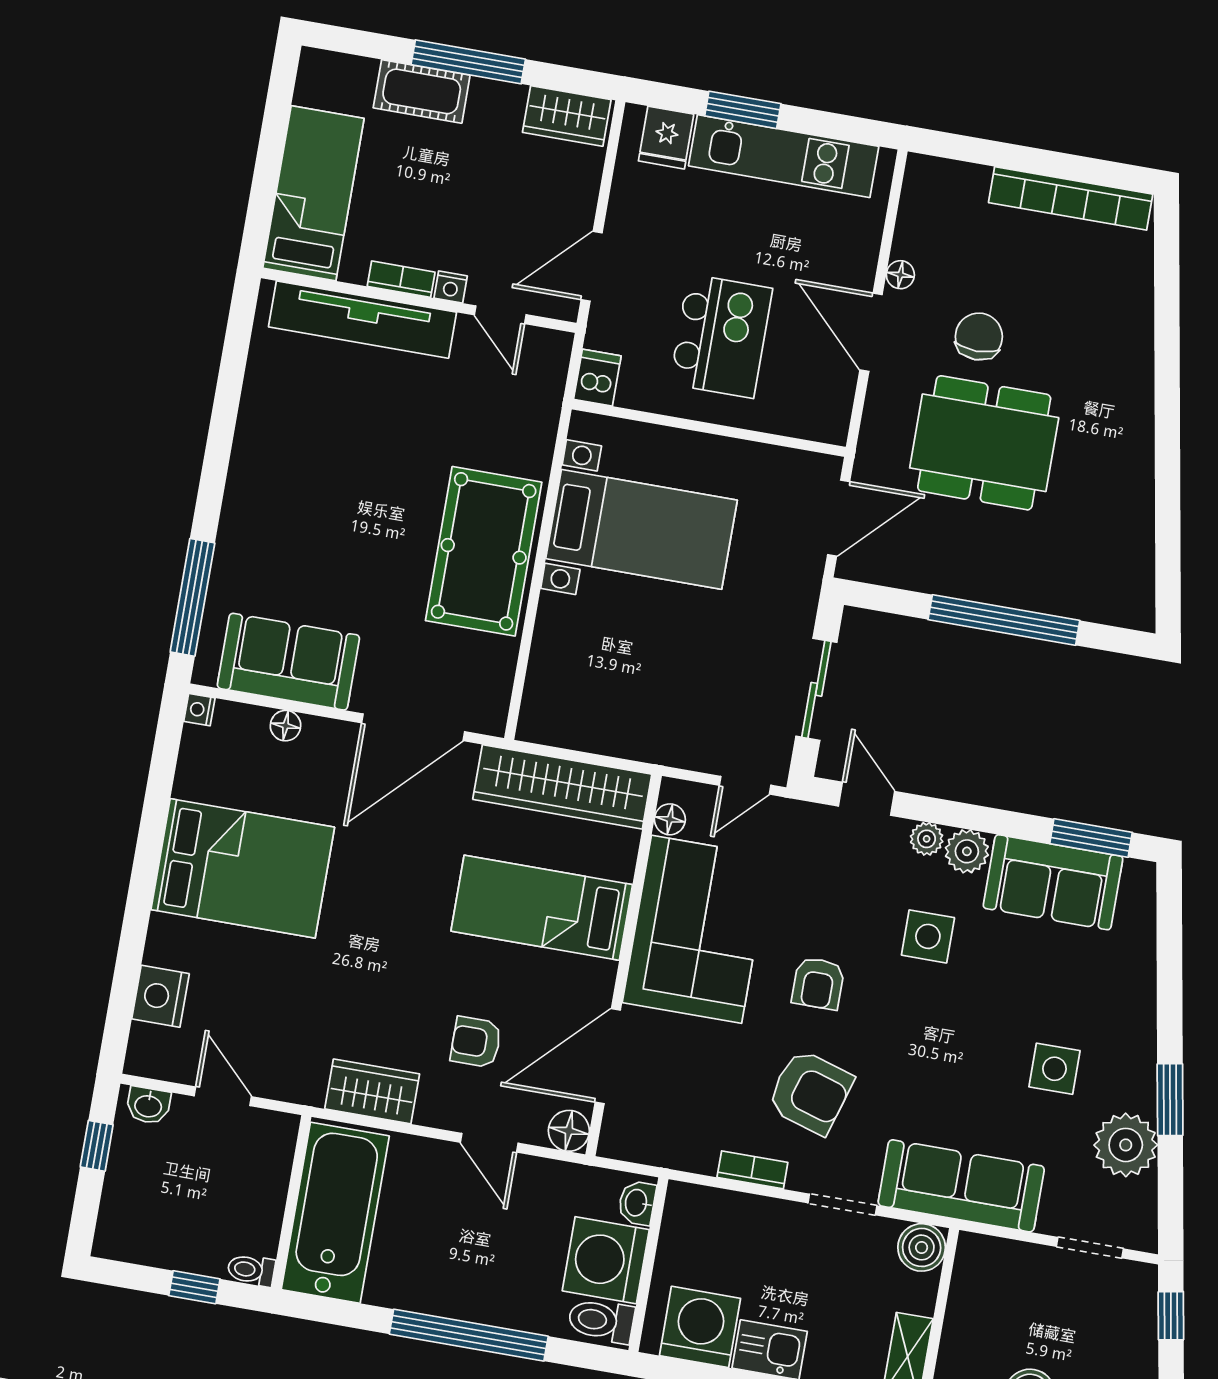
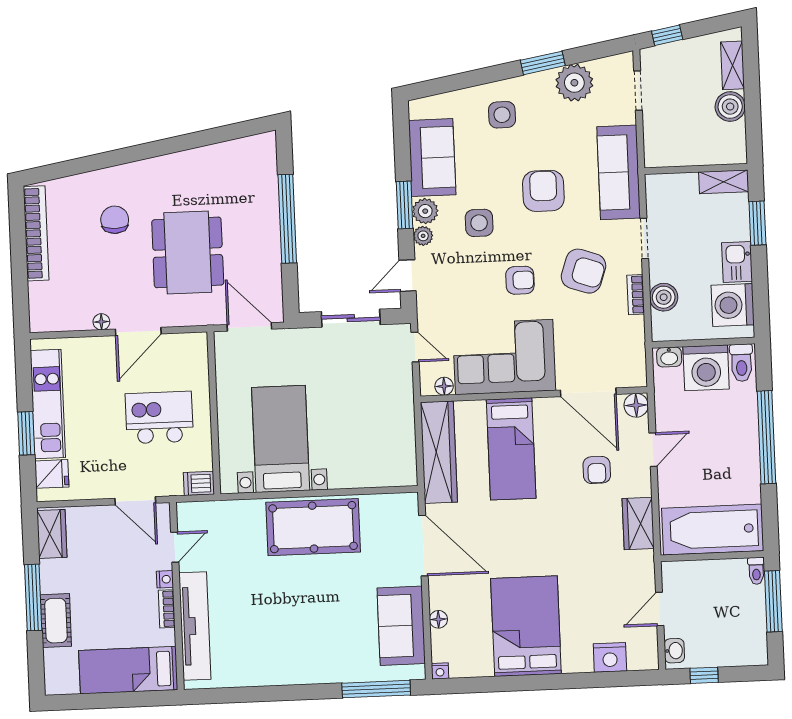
chair: (979, 337) -> (115, 220), moved, turned 90
window: (1091, 838) -> (405, 205), moved
armchair: (958, 1055) -> (543, 191), added
side table: (1054, 1069) -> (502, 115), moved
armchair: (810, 1092) -> (583, 271), turned 92
boiler: (922, 1247) -> (664, 297), moved
window: (194, 1287) -> (773, 601), width x2.17

